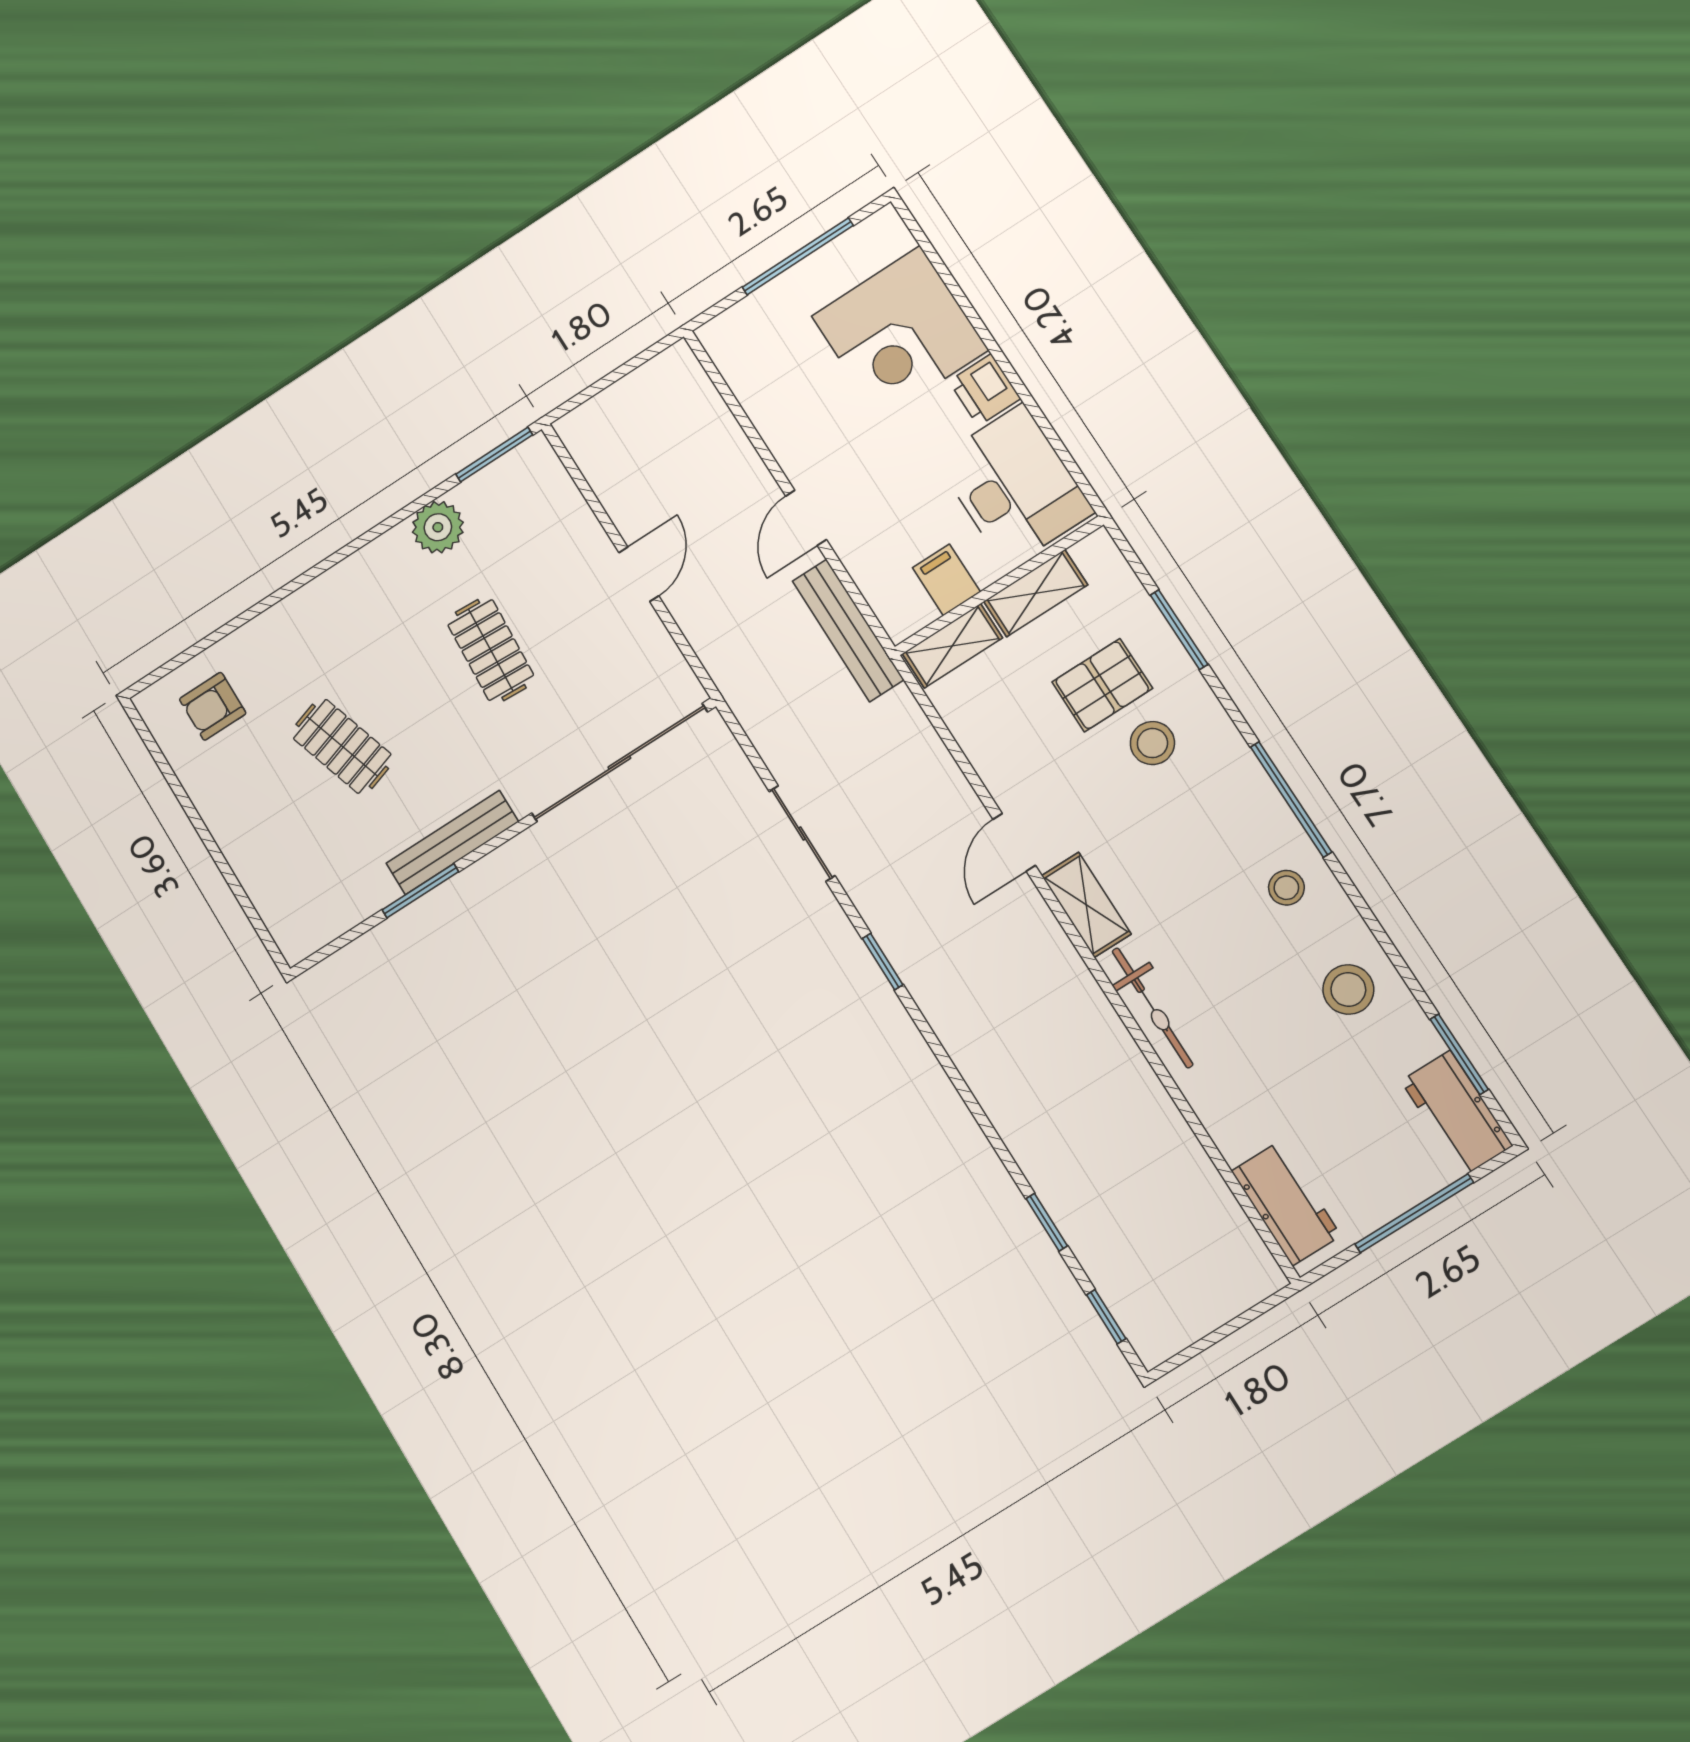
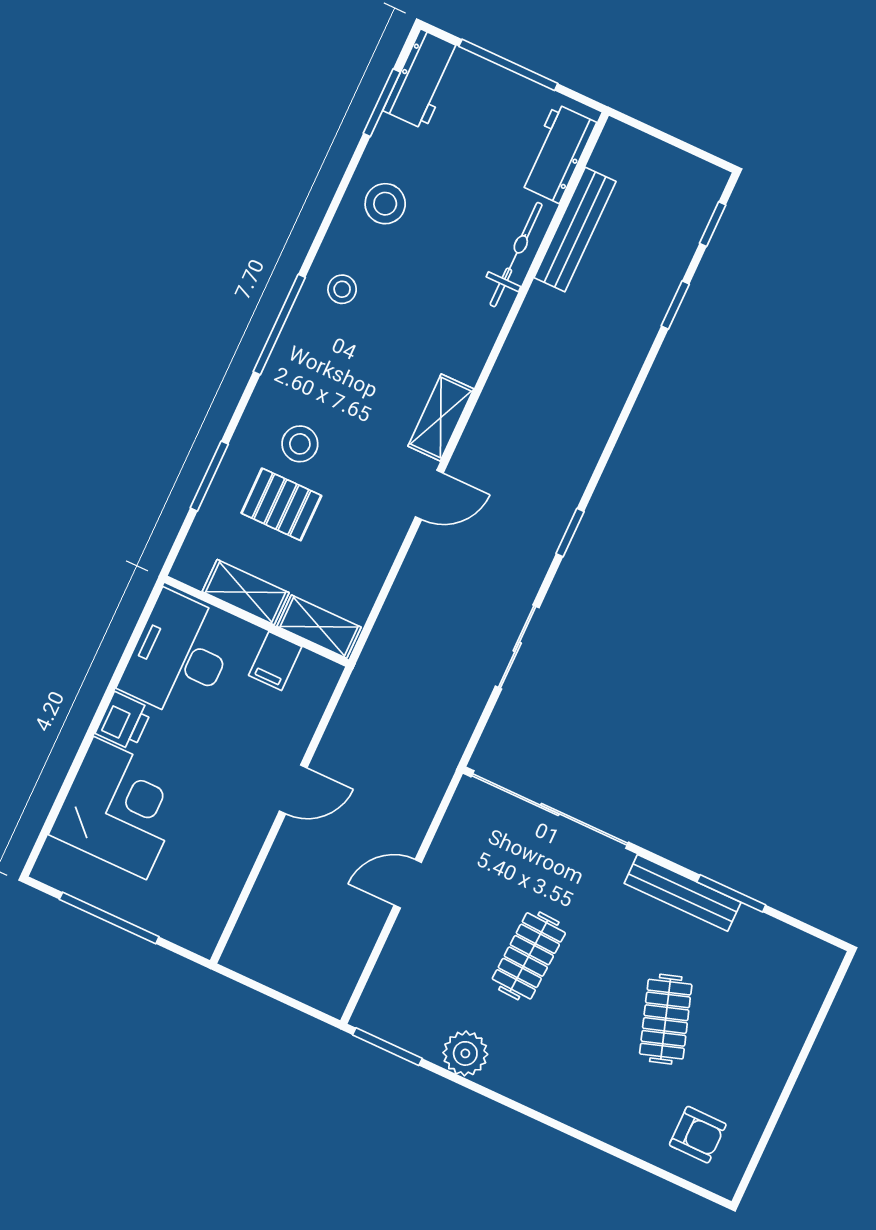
bench: (848, 630) -> (575, 229), moved
bicycle: (1153, 1008) -> (516, 255), moved

